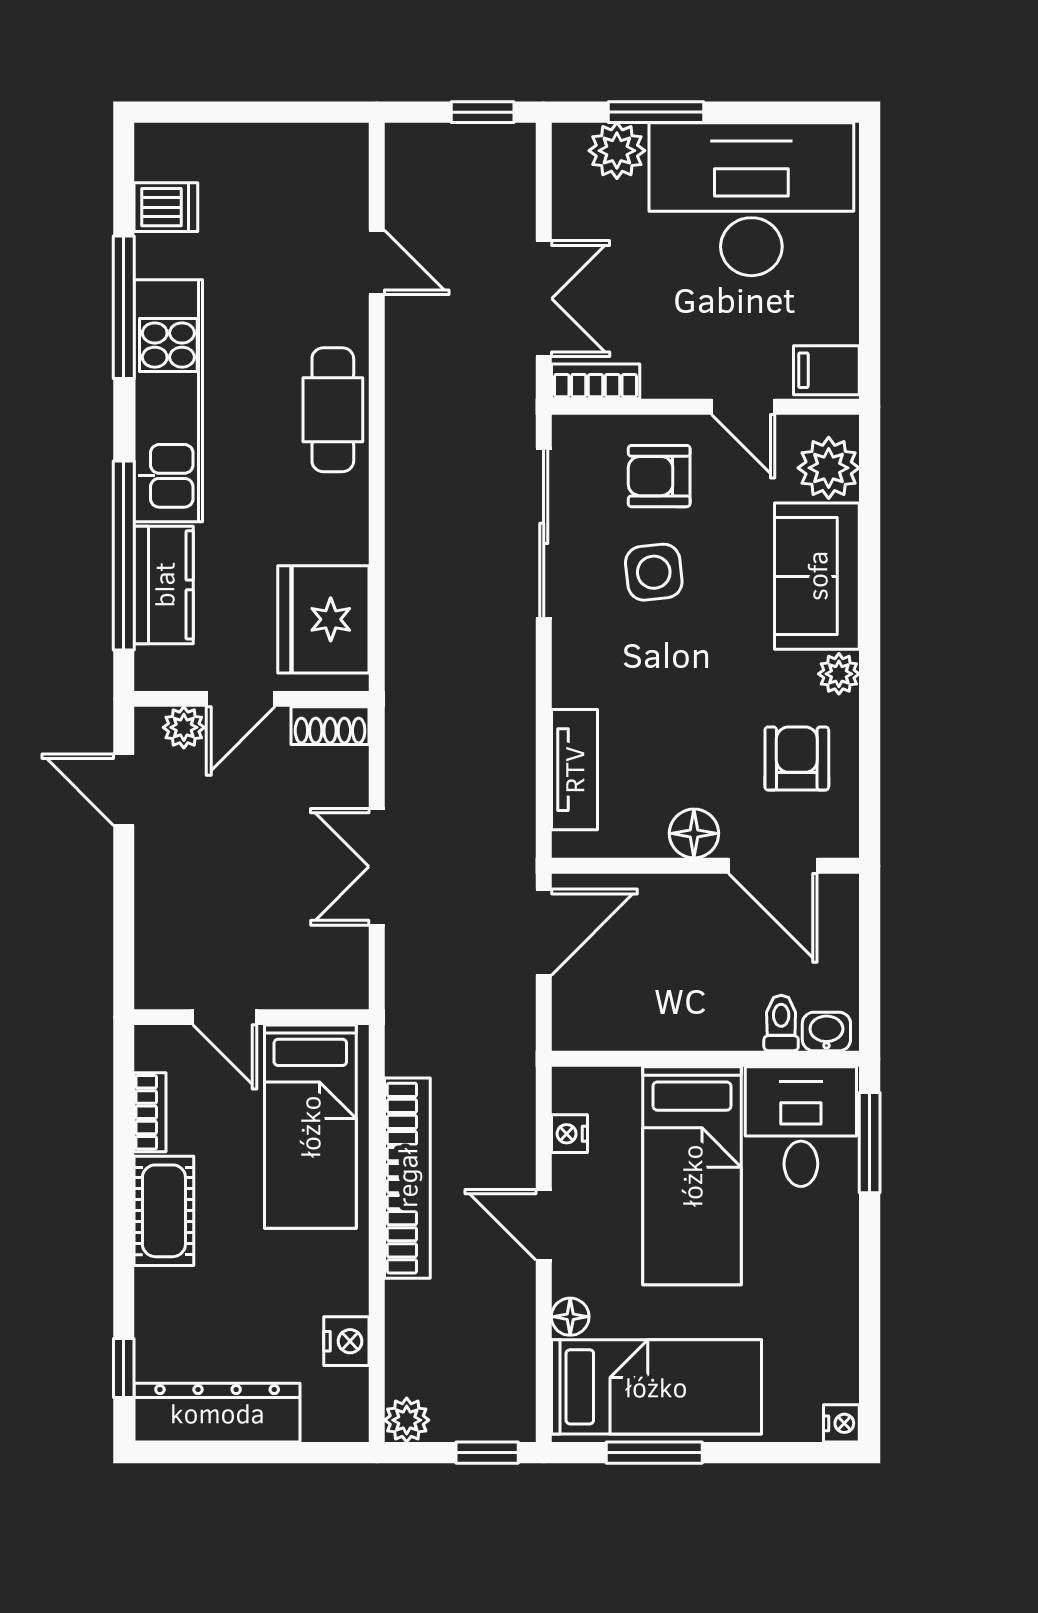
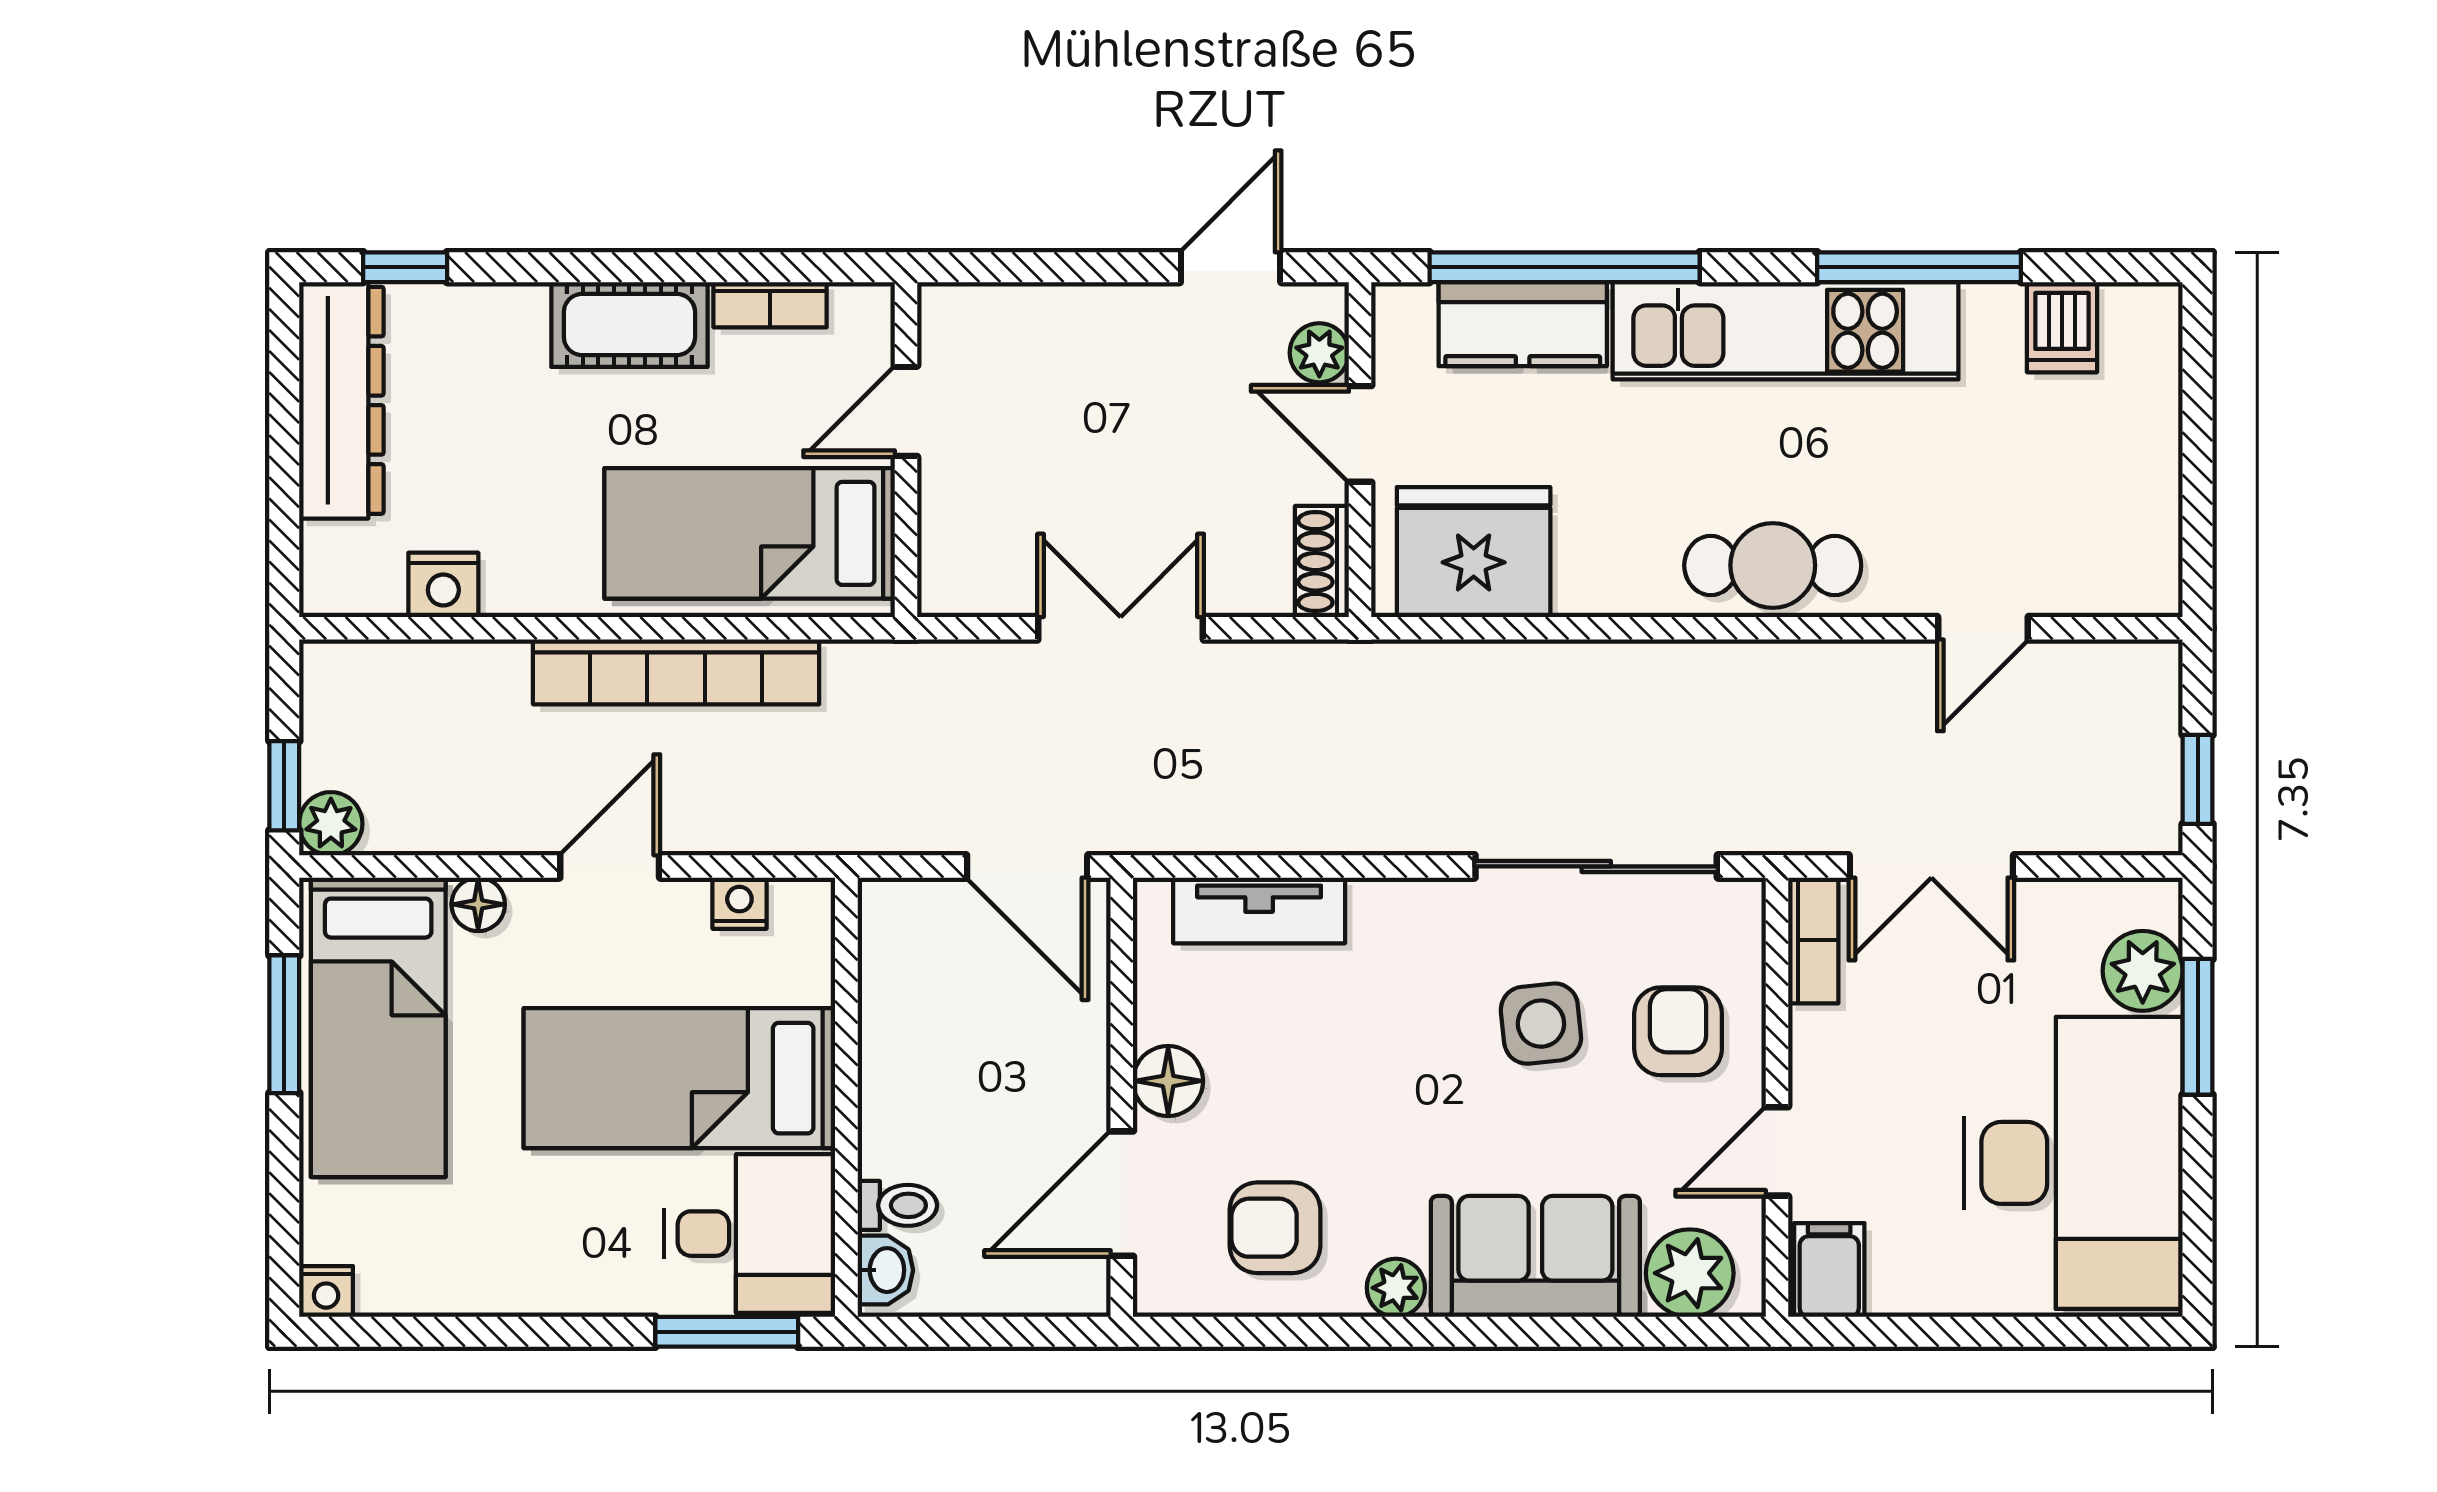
armchair: (797, 758) -> (1275, 1228), turned 180
plant: (407, 1420) -> (331, 824), moved

